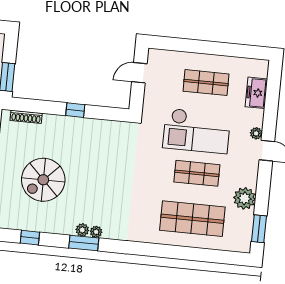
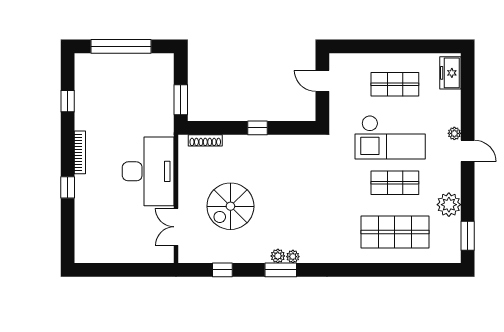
door: (139, 73) -> (322, 81), hinge flipped
freezer: (256, 93) -> (450, 73), moved

